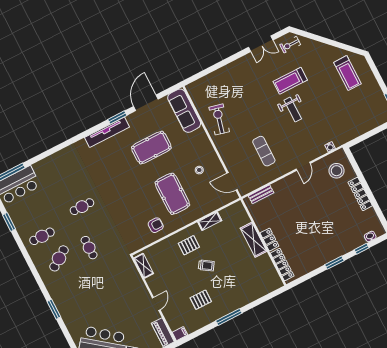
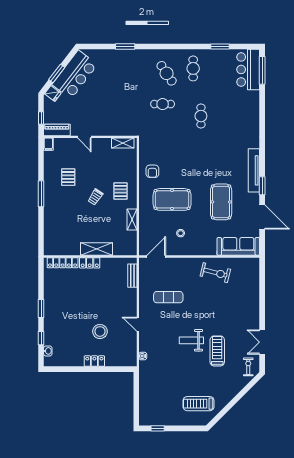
stool: (337, 171) -> (100, 331), moved
locker: (360, 194) -> (94, 361), width x0.66

